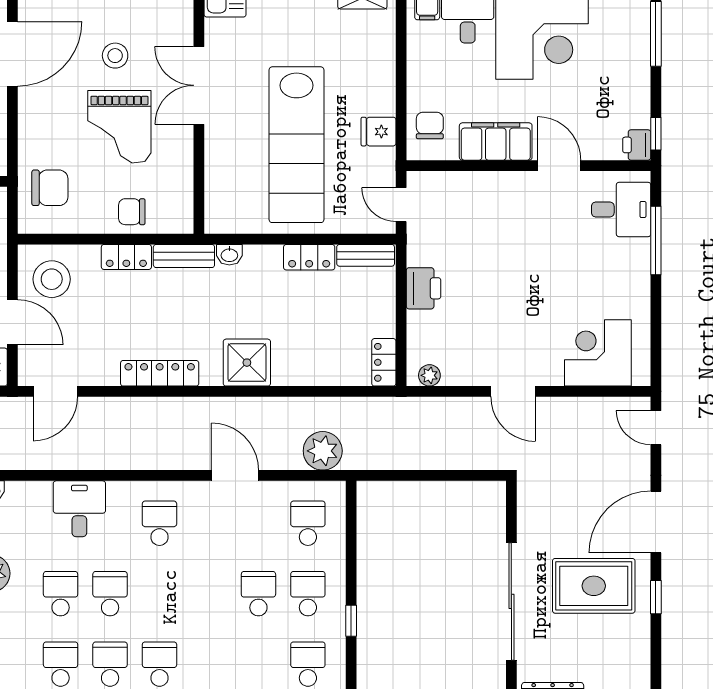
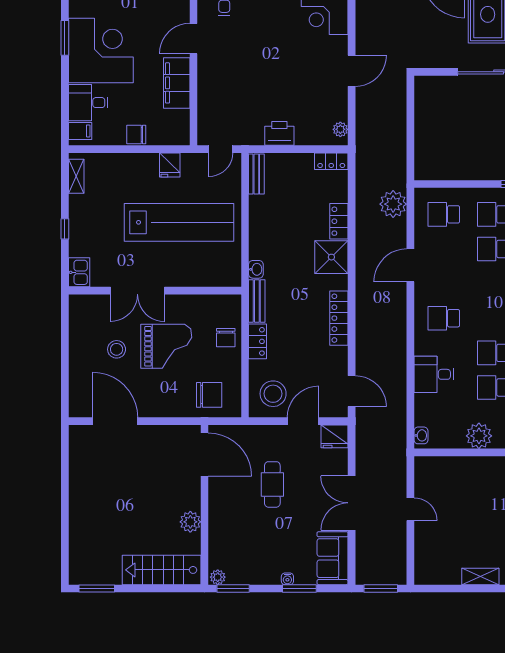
chair: (430, 125) -> (136, 135), moved
chair: (50, 188) -> (209, 395), turned 90
locker: (309, 257) -> (339, 221), moved, turned 180

